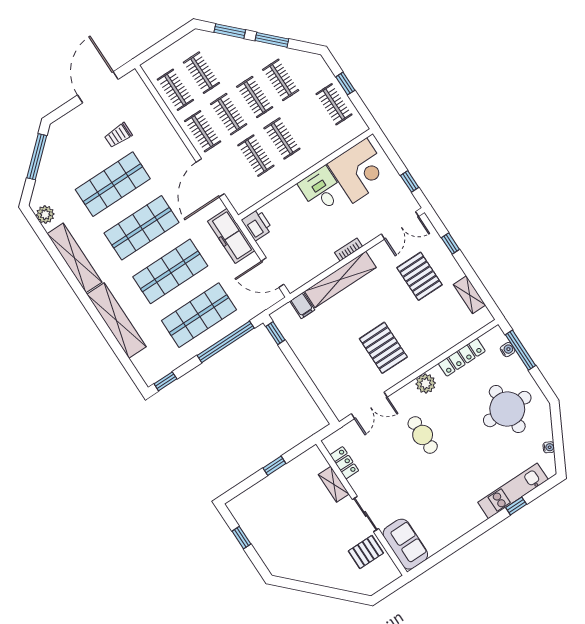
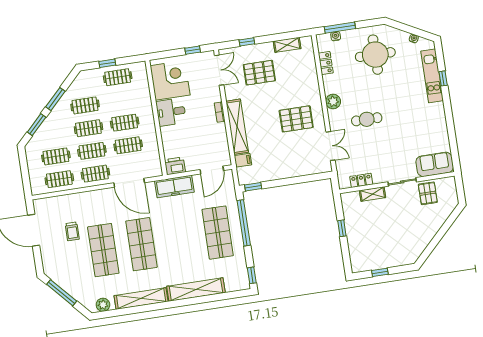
shop shelf: (170, 271) -> (180, 238), removed
locker: (462, 357) -> (326, 63), width x0.66

